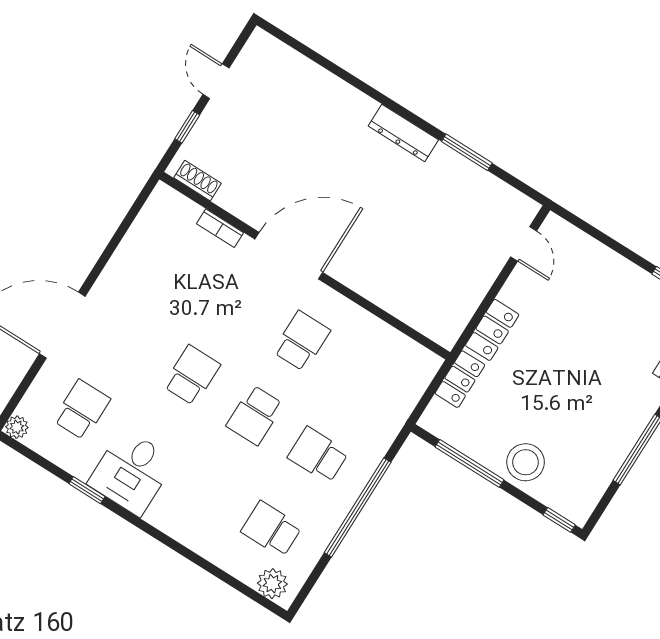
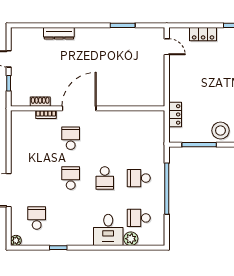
dresser: (403, 133) -> (59, 33), moved
shoe rack: (197, 181) -> (40, 102), moved
locker: (492, 330) -> (203, 34), moved, turned 90
school desk: (302, 341) -> (71, 138), moved
desk: (131, 472) -> (108, 230), moved
plant: (272, 584) -> (131, 239), moved

